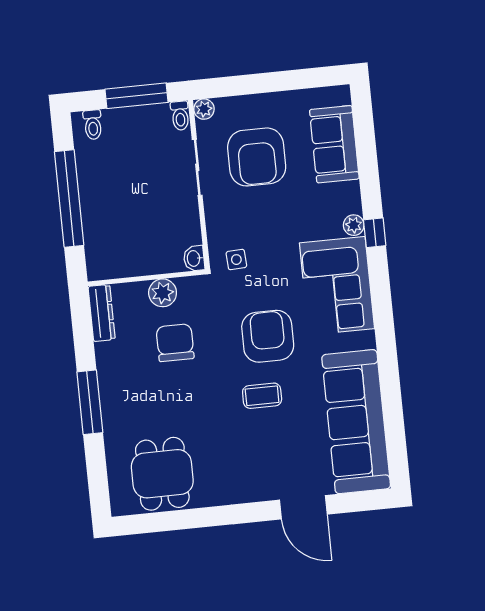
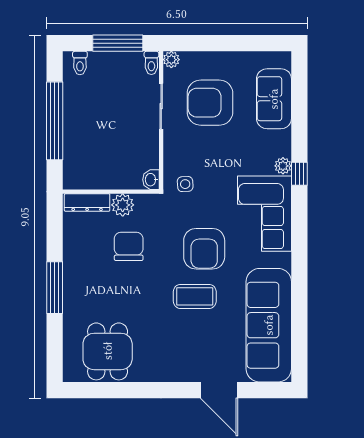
armchair: (257, 157) -> (210, 103), turned 90
dresser: (102, 313) -> (87, 202), moved, turned 90
armchair: (268, 336) -> (204, 249), turned 180
coffee table: (262, 396) -> (195, 296), width x1.36, depth x1.30

